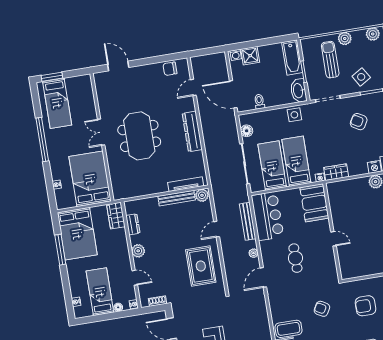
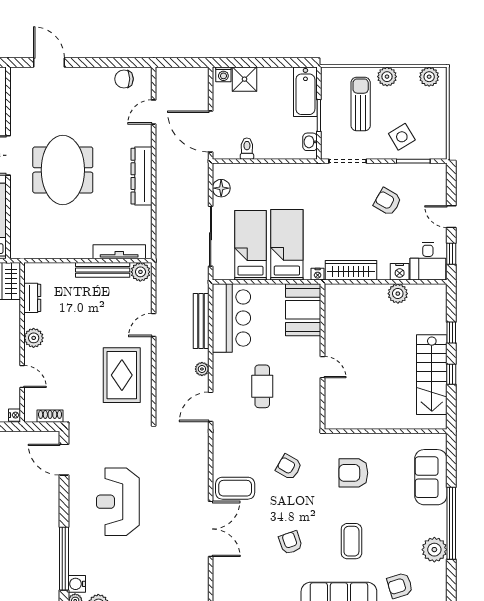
washbasin: (298, 91) -> (310, 142), width x0.52, depth x0.69
side table: (294, 115) -> (295, 176), removed
wardrobe: (336, 172) -> (351, 270), width x1.50

